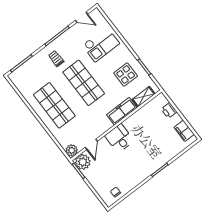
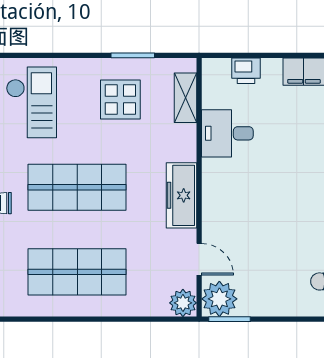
freezer: (122, 111) -> (182, 195), moved
desk: (119, 138) -> (227, 133), moved

